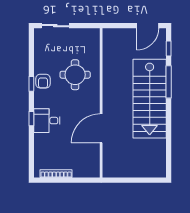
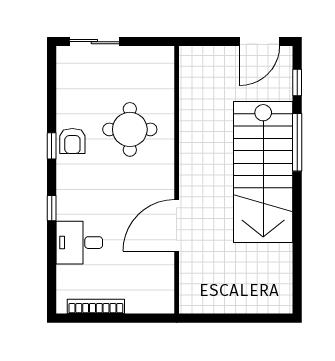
desk: (47, 121) -> (79, 243), moved

